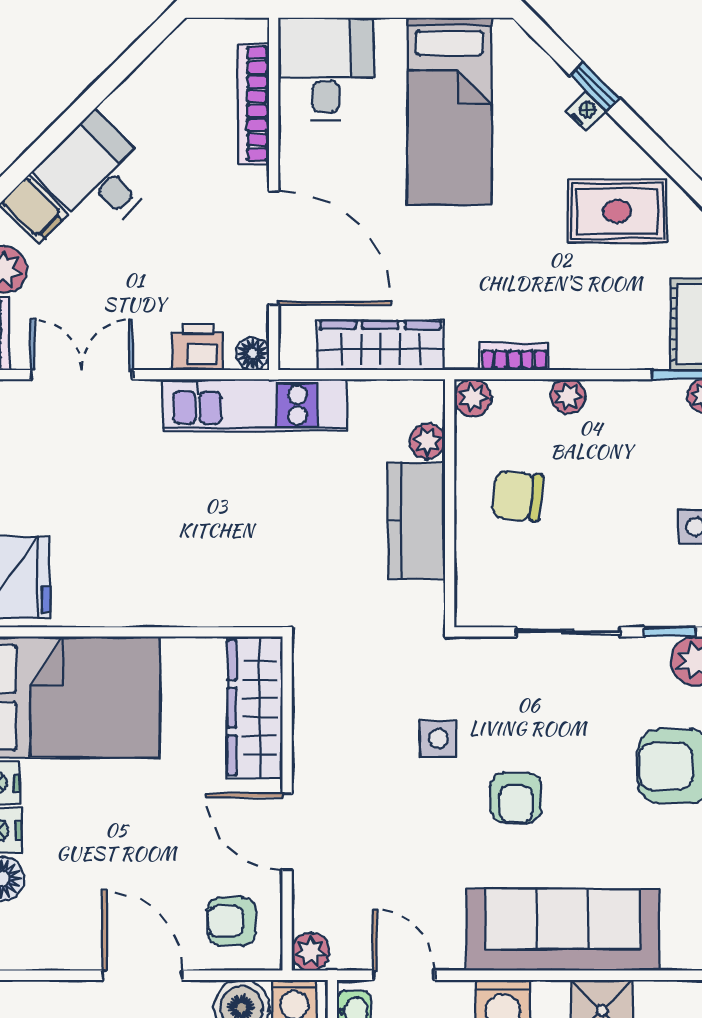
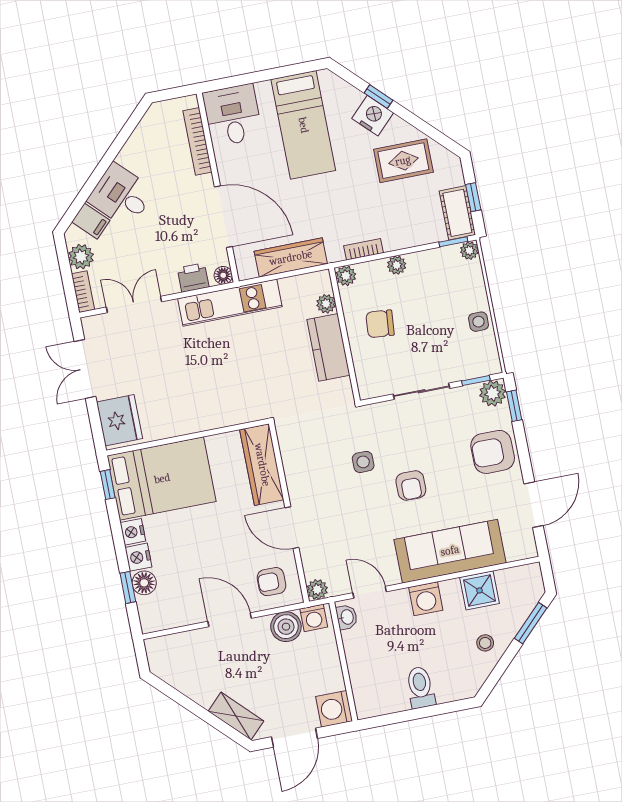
nightstand: (586, 111) -> (373, 116), width x1.89, depth x1.79

